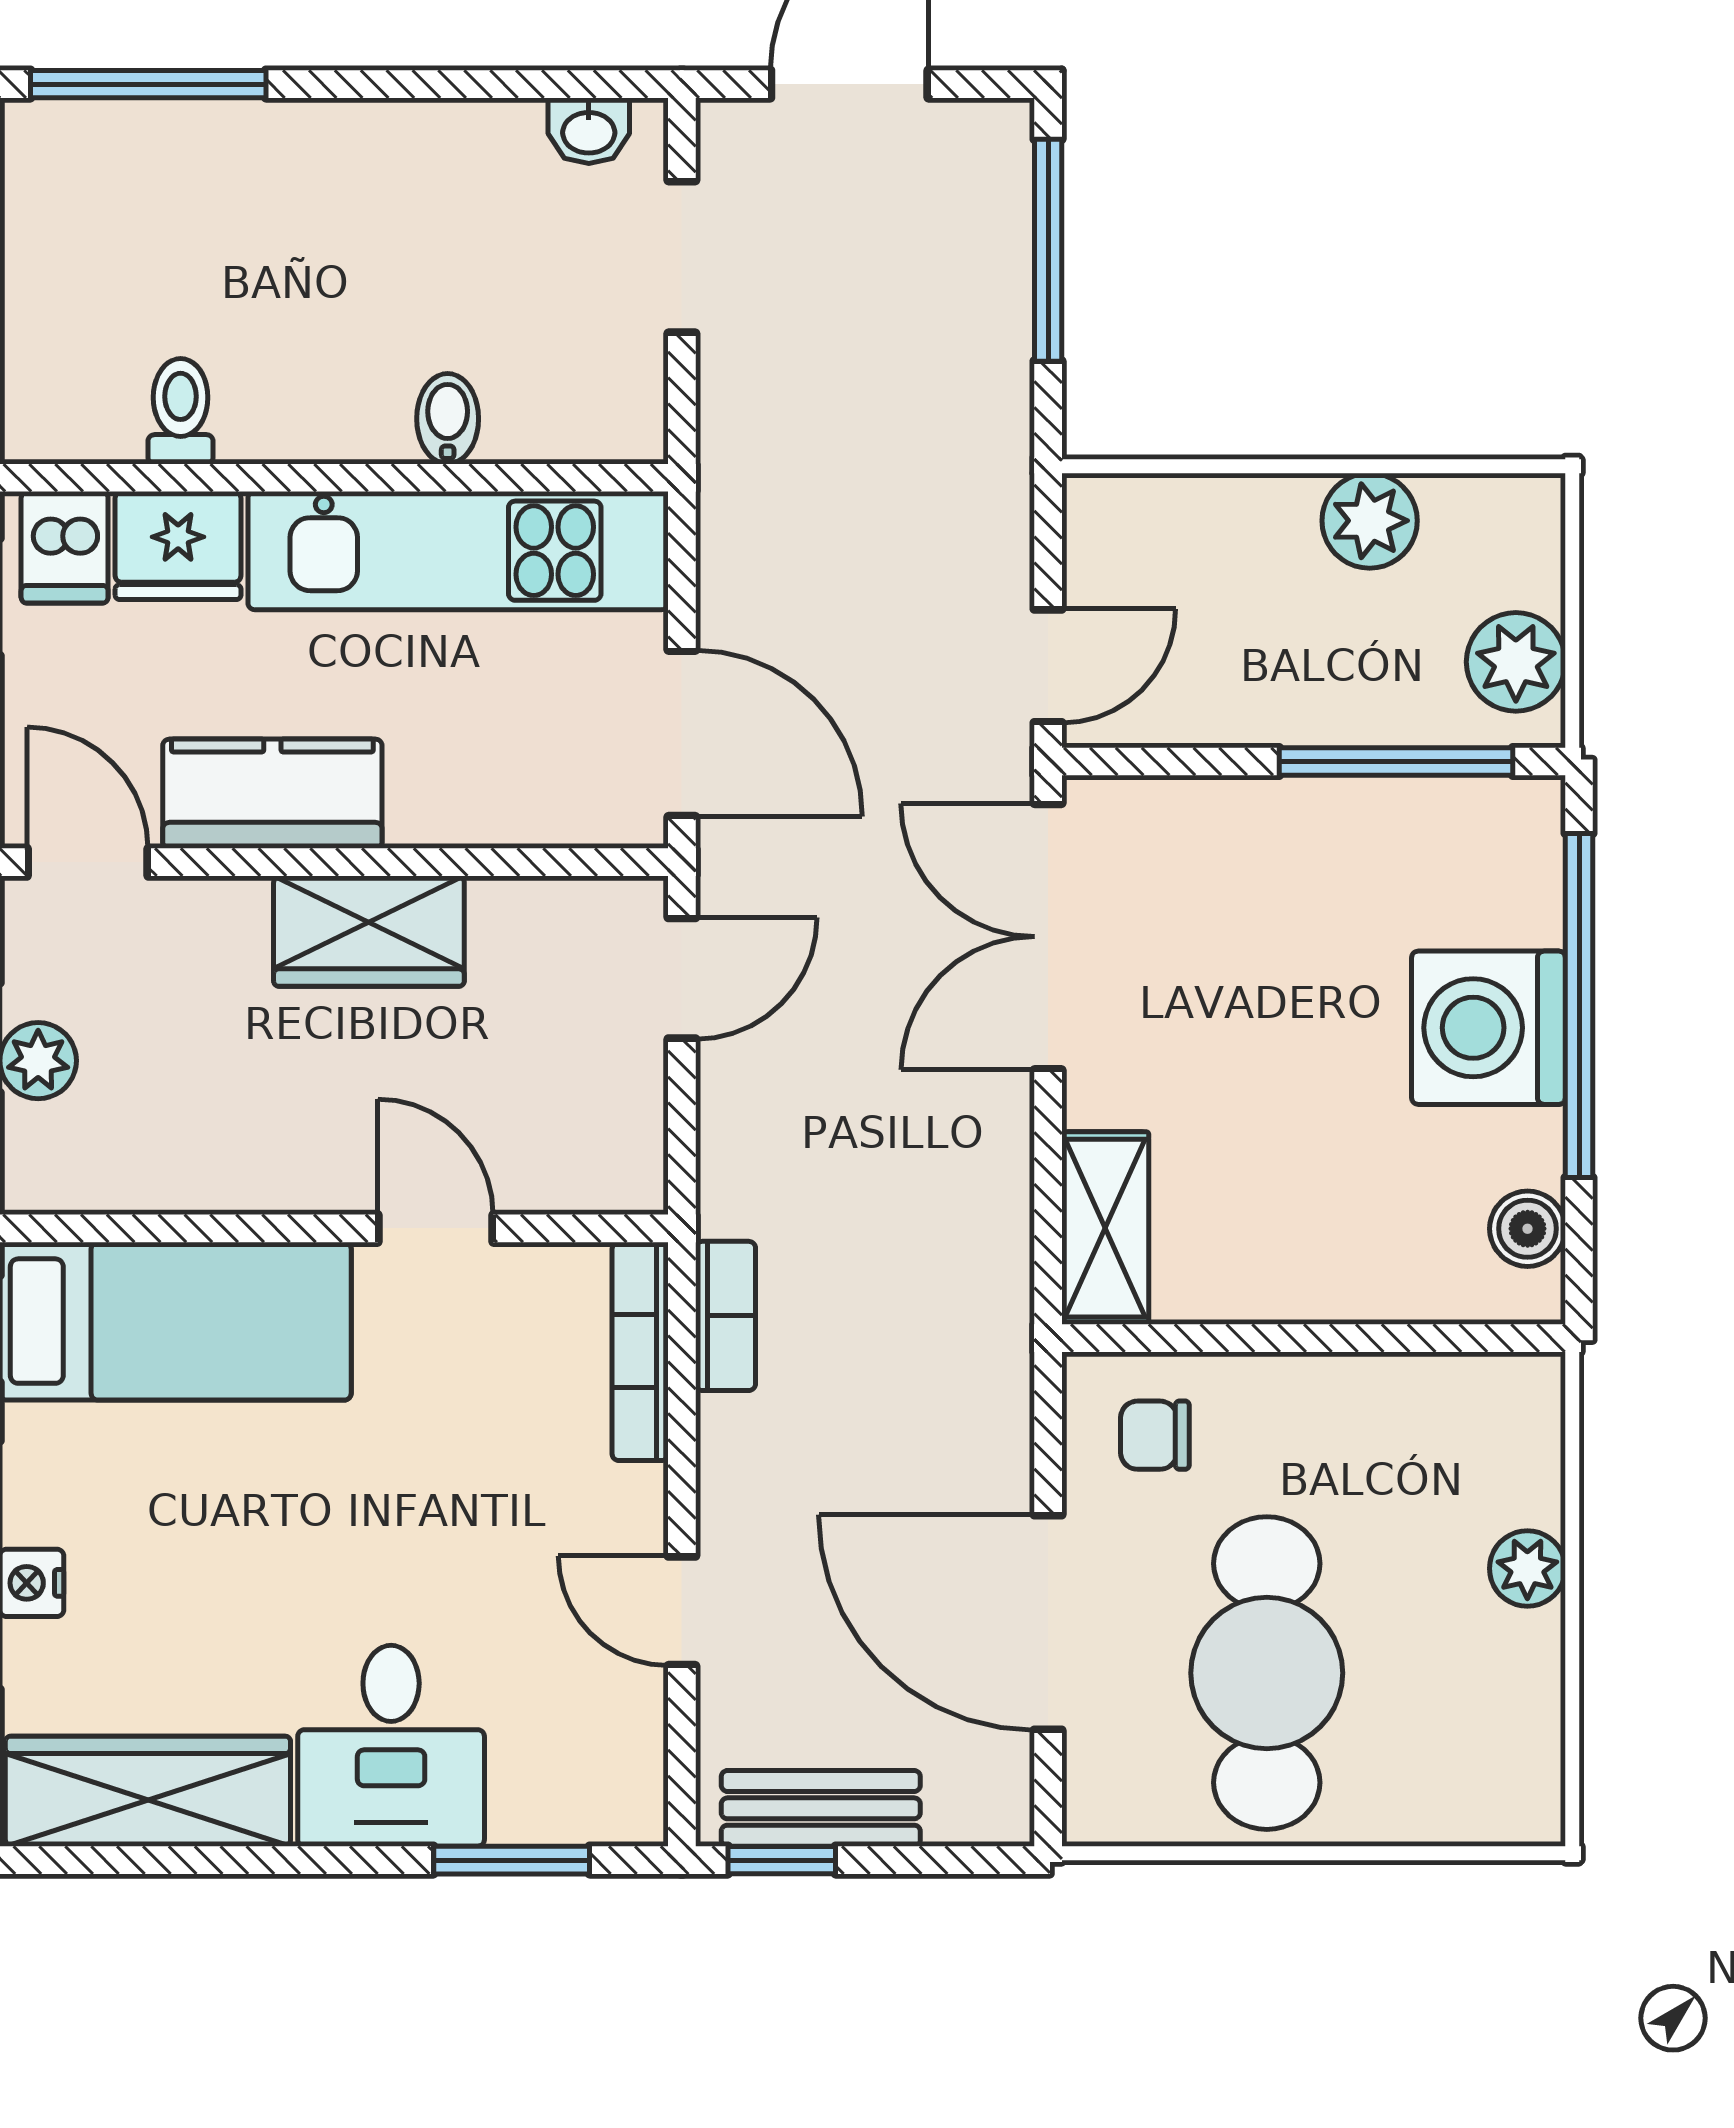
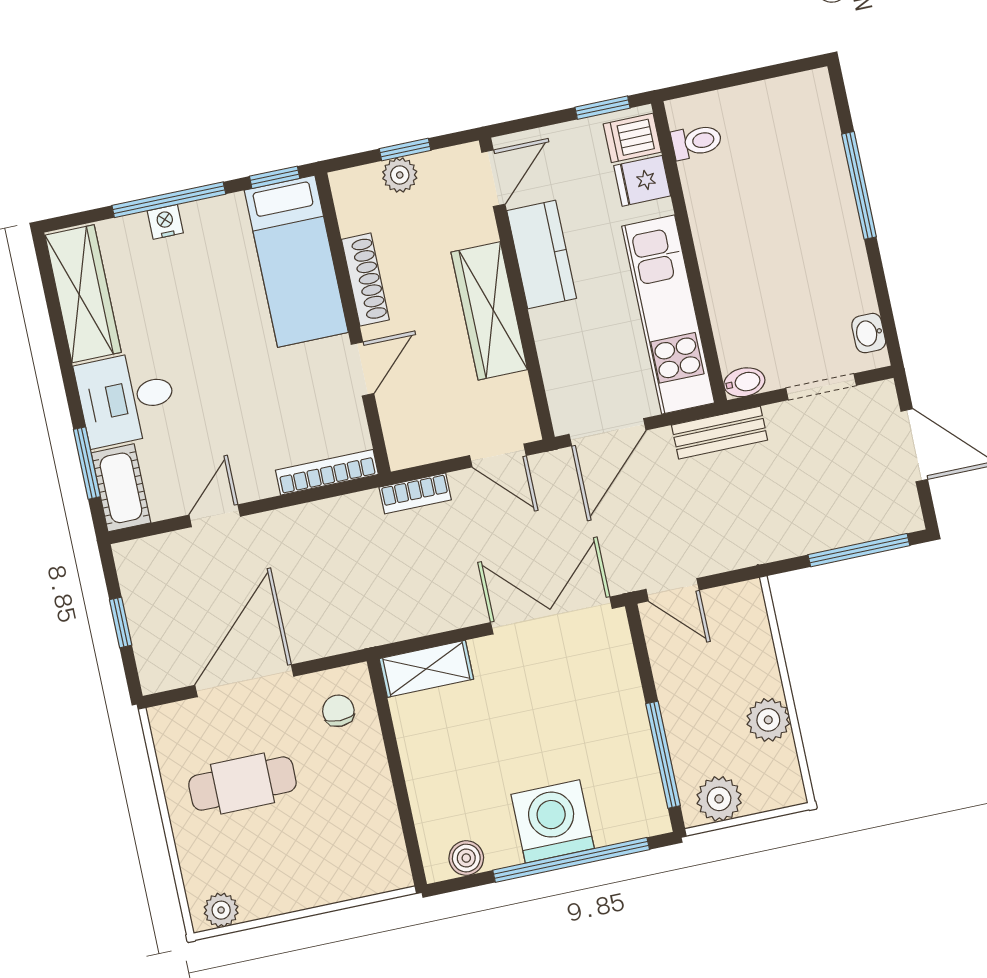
window: (148, 84) -> (859, 185), moved
toilet: (181, 411) -> (697, 142), moved
bidet: (448, 419) -> (744, 382), moved
fridge: (178, 546) -> (642, 181), width x0.72
wardrobe: (369, 931) -> (489, 311), width x1.50
shoe rack: (246, 1182) -> (365, 280), added
bookcase: (726, 1316) -> (415, 493), moved
plant: (1527, 1568) -> (221, 910), moved
cafe table: (1267, 1673) -> (242, 784), width x0.73, depth x0.74
cot: (580, 1798) -> (121, 488), added
bench: (821, 1808) -> (720, 433), moved, turned 90
window: (782, 1860) -> (121, 622), moved

